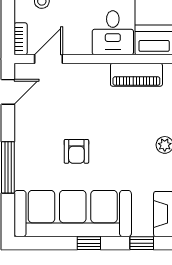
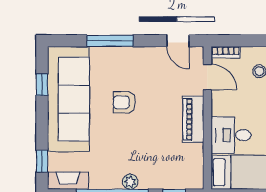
piano: (136, 75) -> (193, 119), moved
window: (89, 243) -> (42, 85), moved

